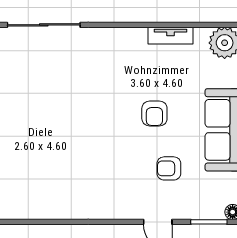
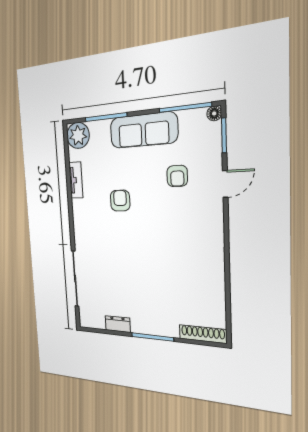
armchair: (154, 114) -> (120, 201), moved, turned -90

